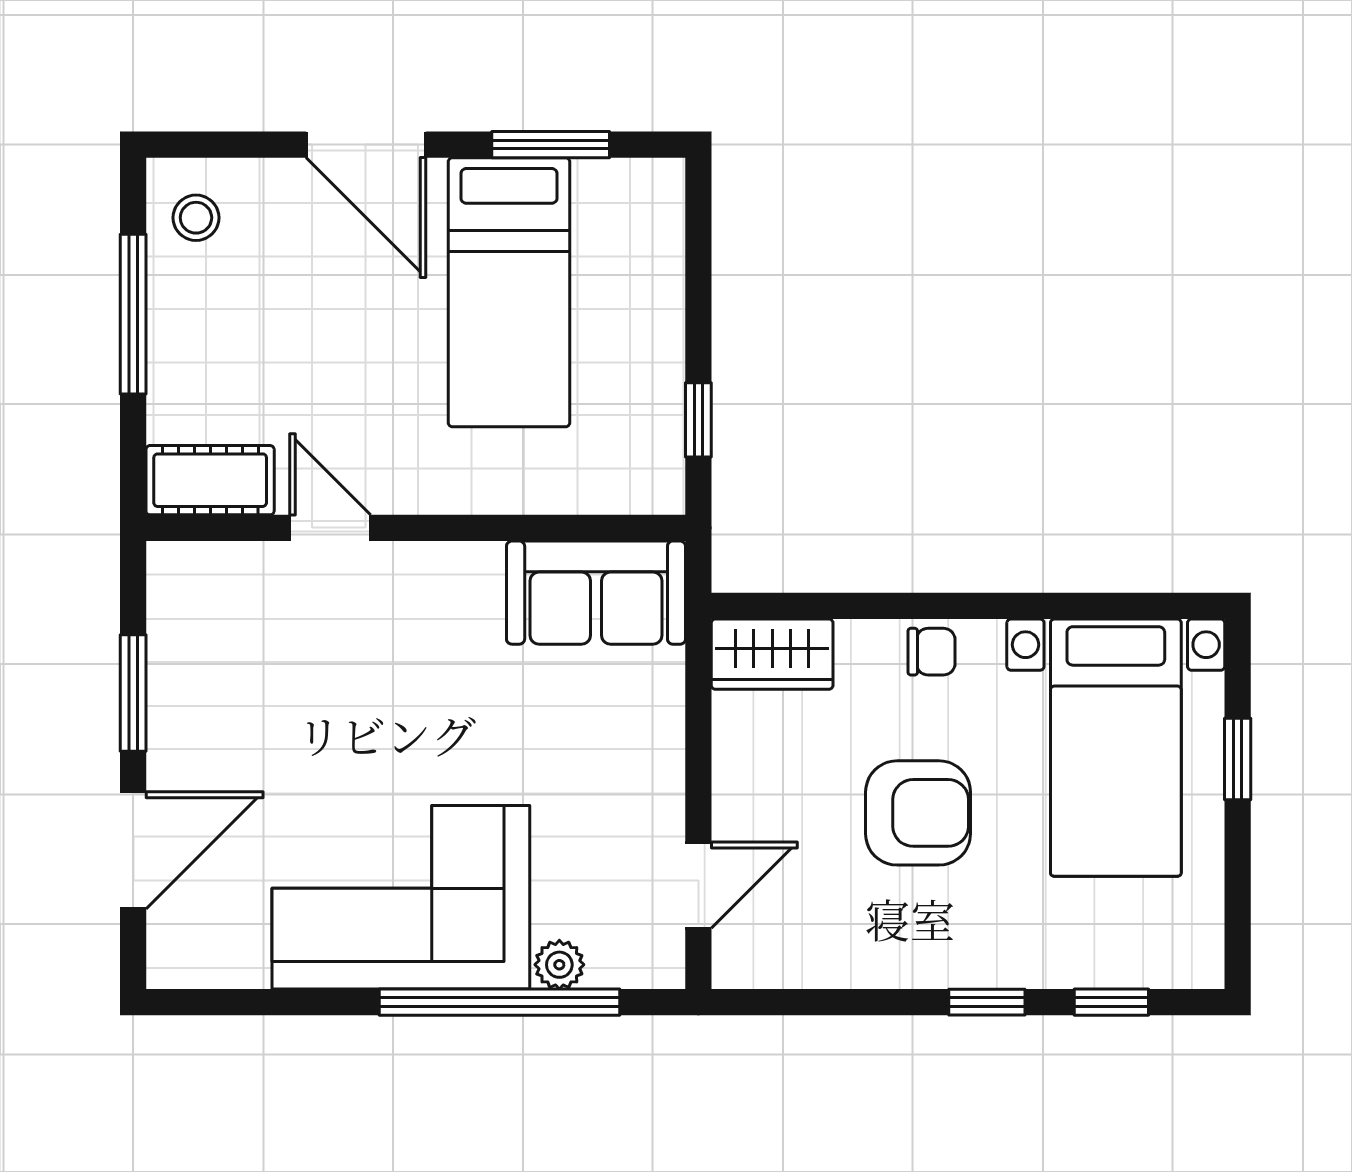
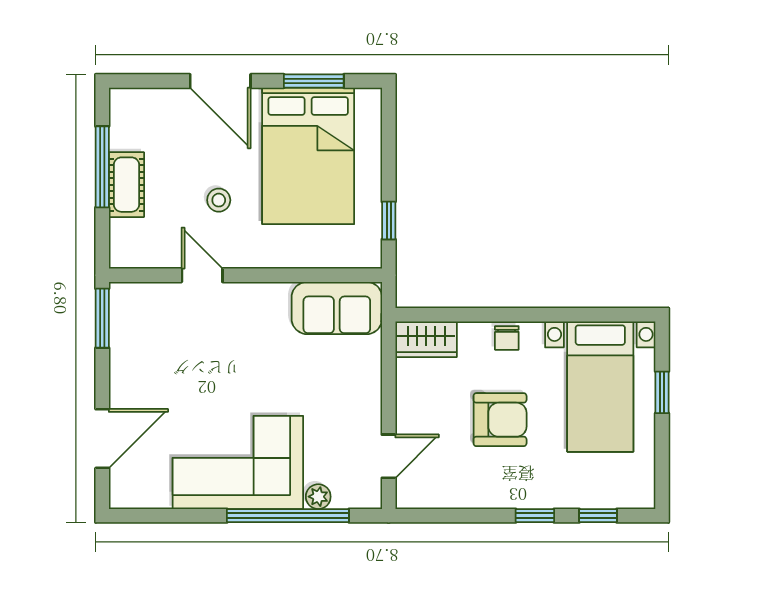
stool: (196, 218) -> (219, 200), moved
bed: (509, 292) -> (308, 156), width x1.50
cot: (210, 480) -> (126, 185), moved, turned 90
chair: (931, 652) -> (507, 338), turned 90
window: (133, 693) -> (102, 318), moved

